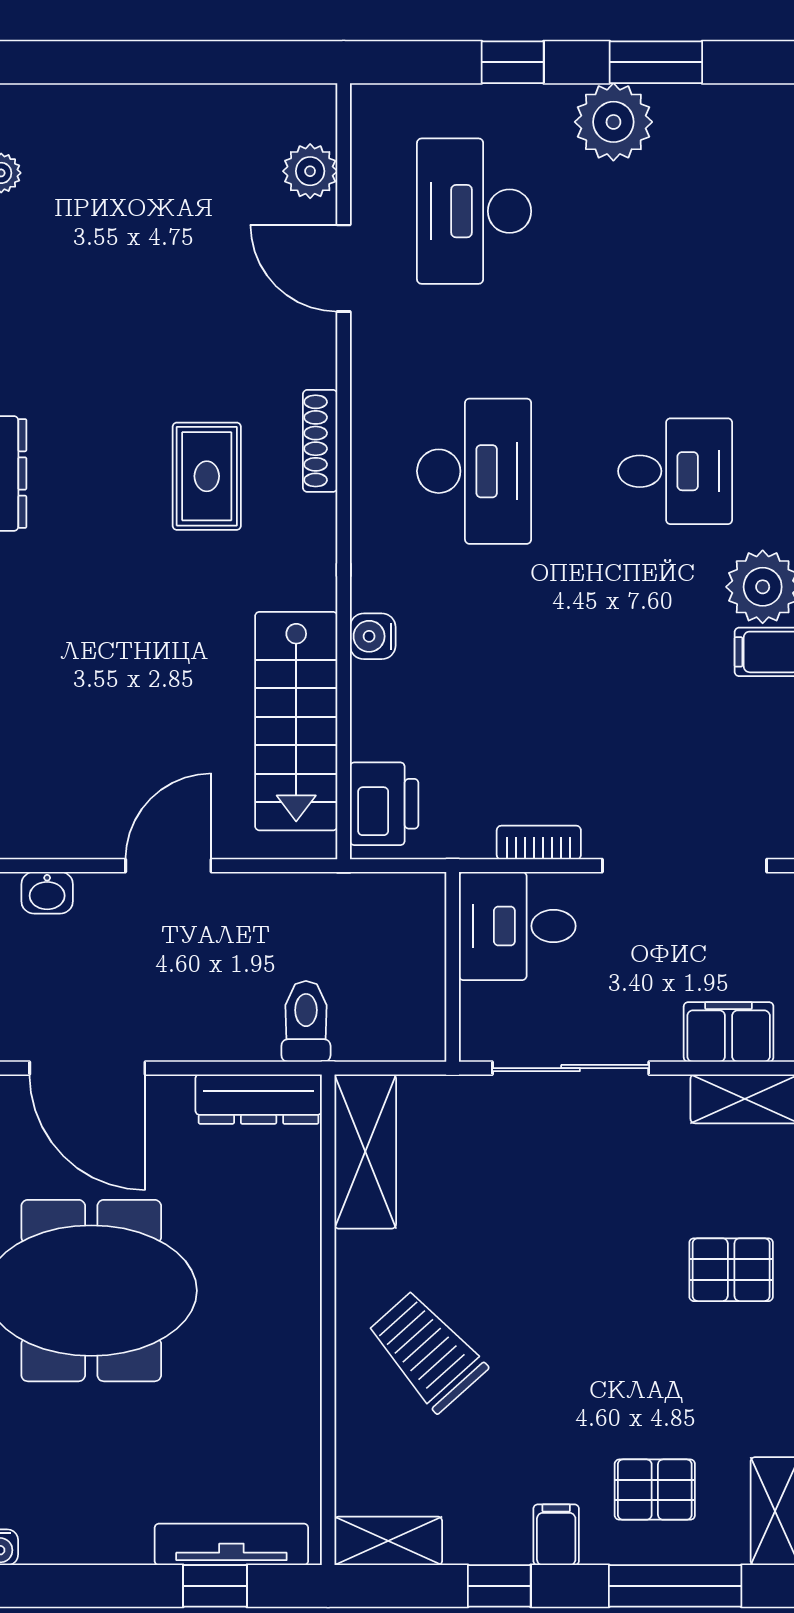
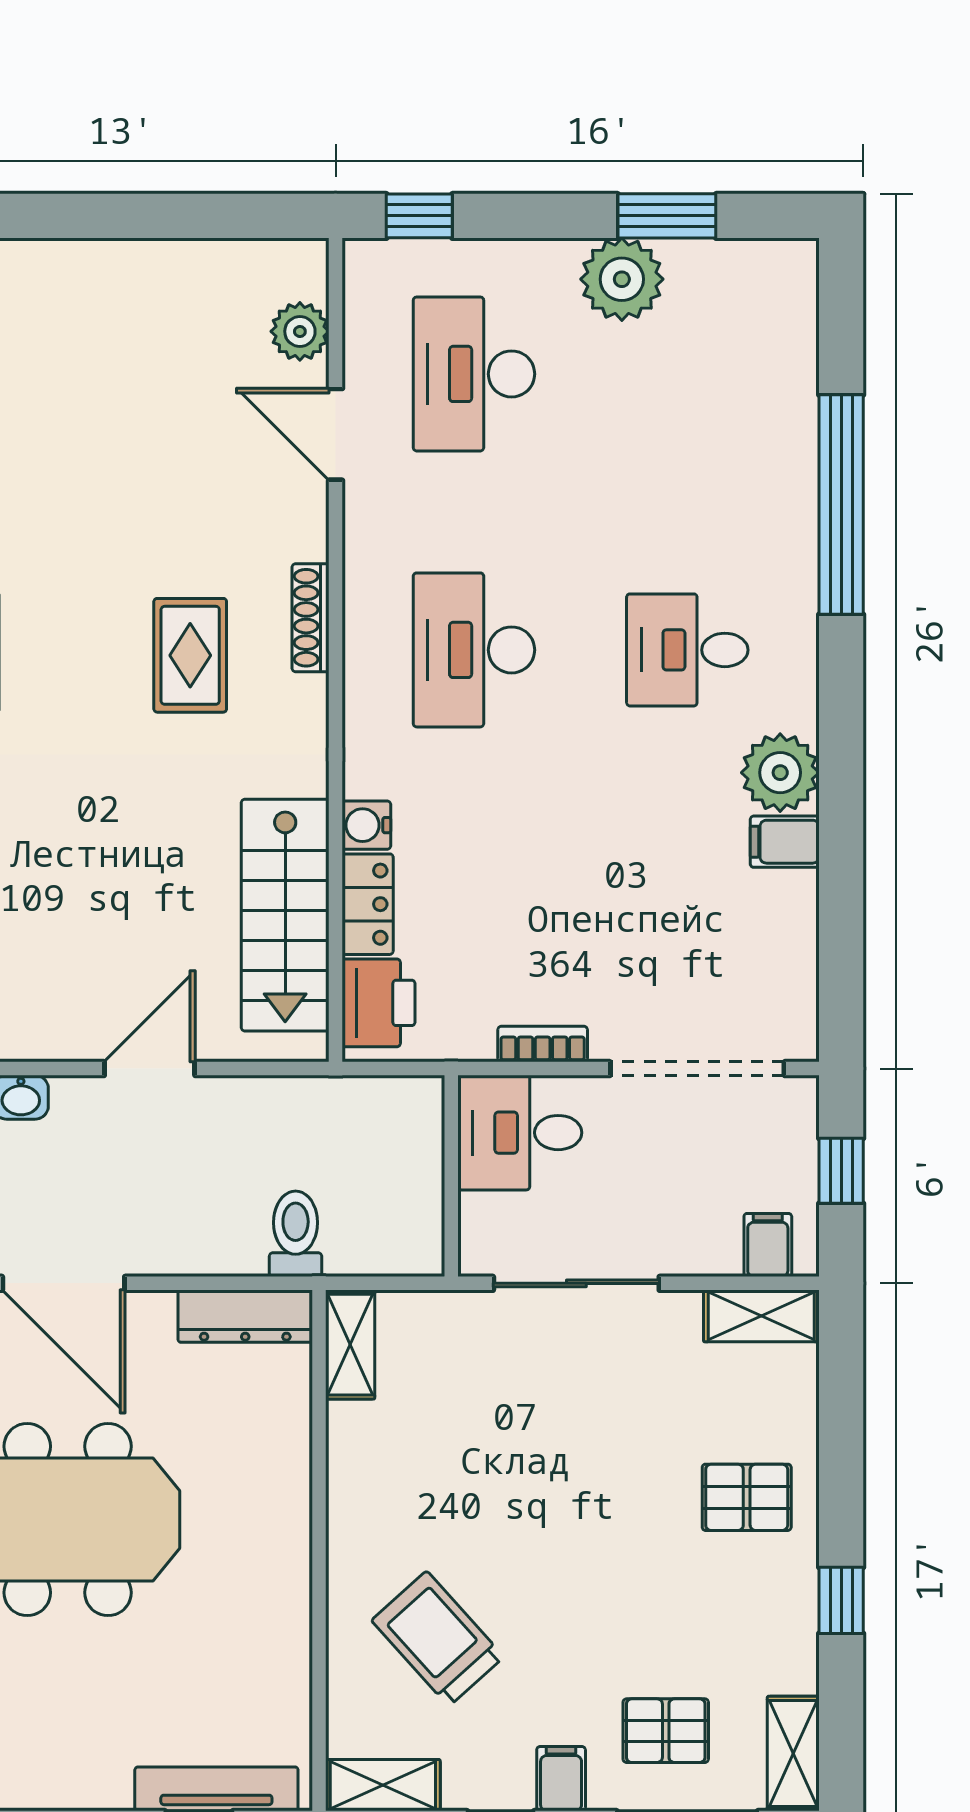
window: (513, 62) -> (419, 216), moved
desk: (474, 471) -> (474, 650), turned 180
desk: (675, 471) -> (687, 650), turned 180
locker: (374, 711) -> (368, 904), added
filing cabinet: (729, 1032) -> (768, 1245), width x0.50
shelving: (365, 1151) -> (350, 1345), width x0.67, depth x0.75
trolley: (427, 1351) -> (438, 1639), moved

